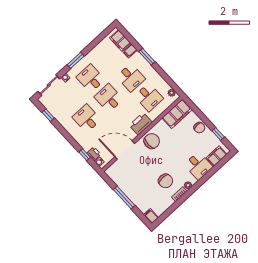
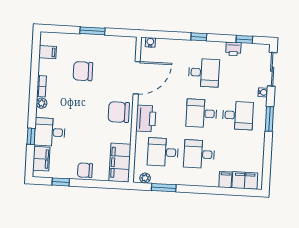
window: (147, 57) -> (164, 188), moved
desk: (109, 98) -> (202, 113), turned 180
chair: (152, 141) -> (119, 112), turned 90
printer: (94, 154) -> (233, 49), moved
window: (85, 155) -> (199, 37), moved
window: (210, 173) -> (31, 136), added
chair: (166, 181) -> (83, 71), moved
window: (124, 197) -> (92, 31), width x0.69
filing cabinet: (151, 216) -> (48, 52), moved

